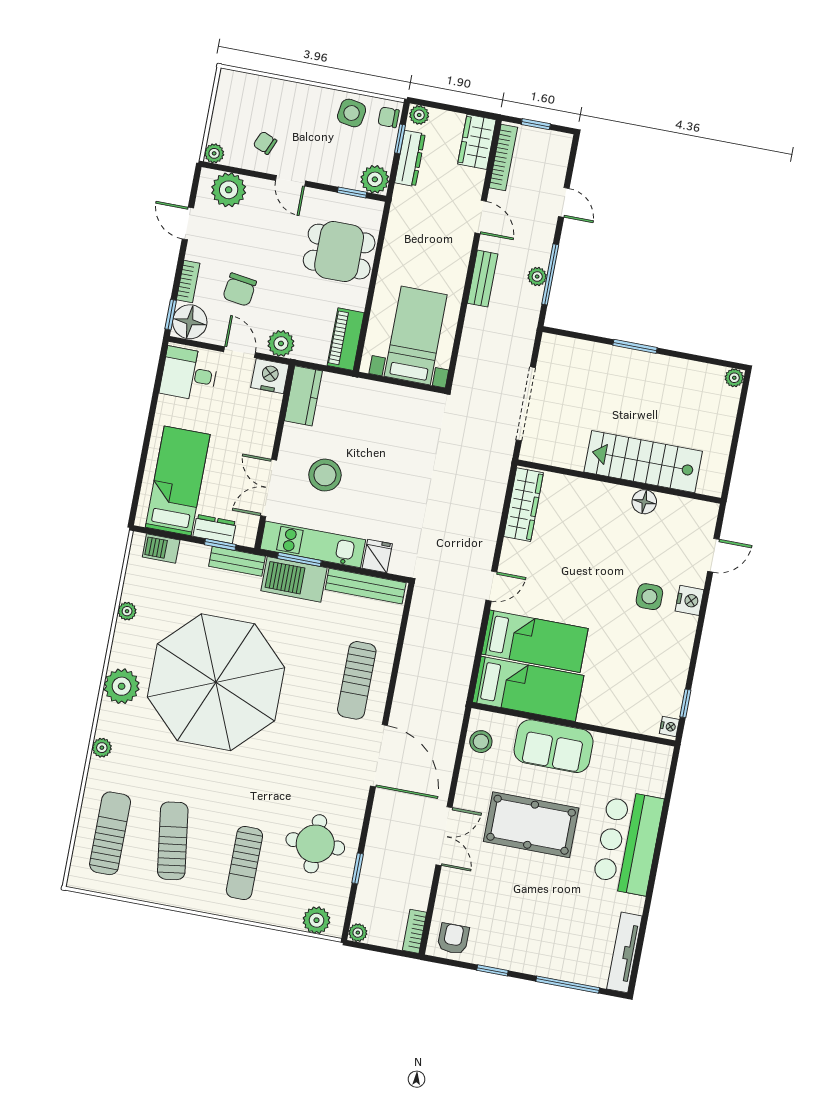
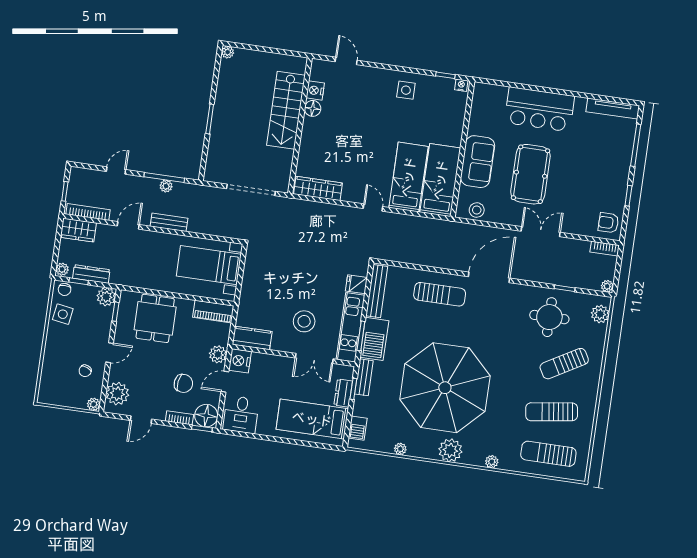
side table: (649, 597) -> (406, 90), moved
nightstand: (689, 600) -> (315, 90), moved, turned -90
sun lounger: (244, 863) -> (564, 364), turned 150

